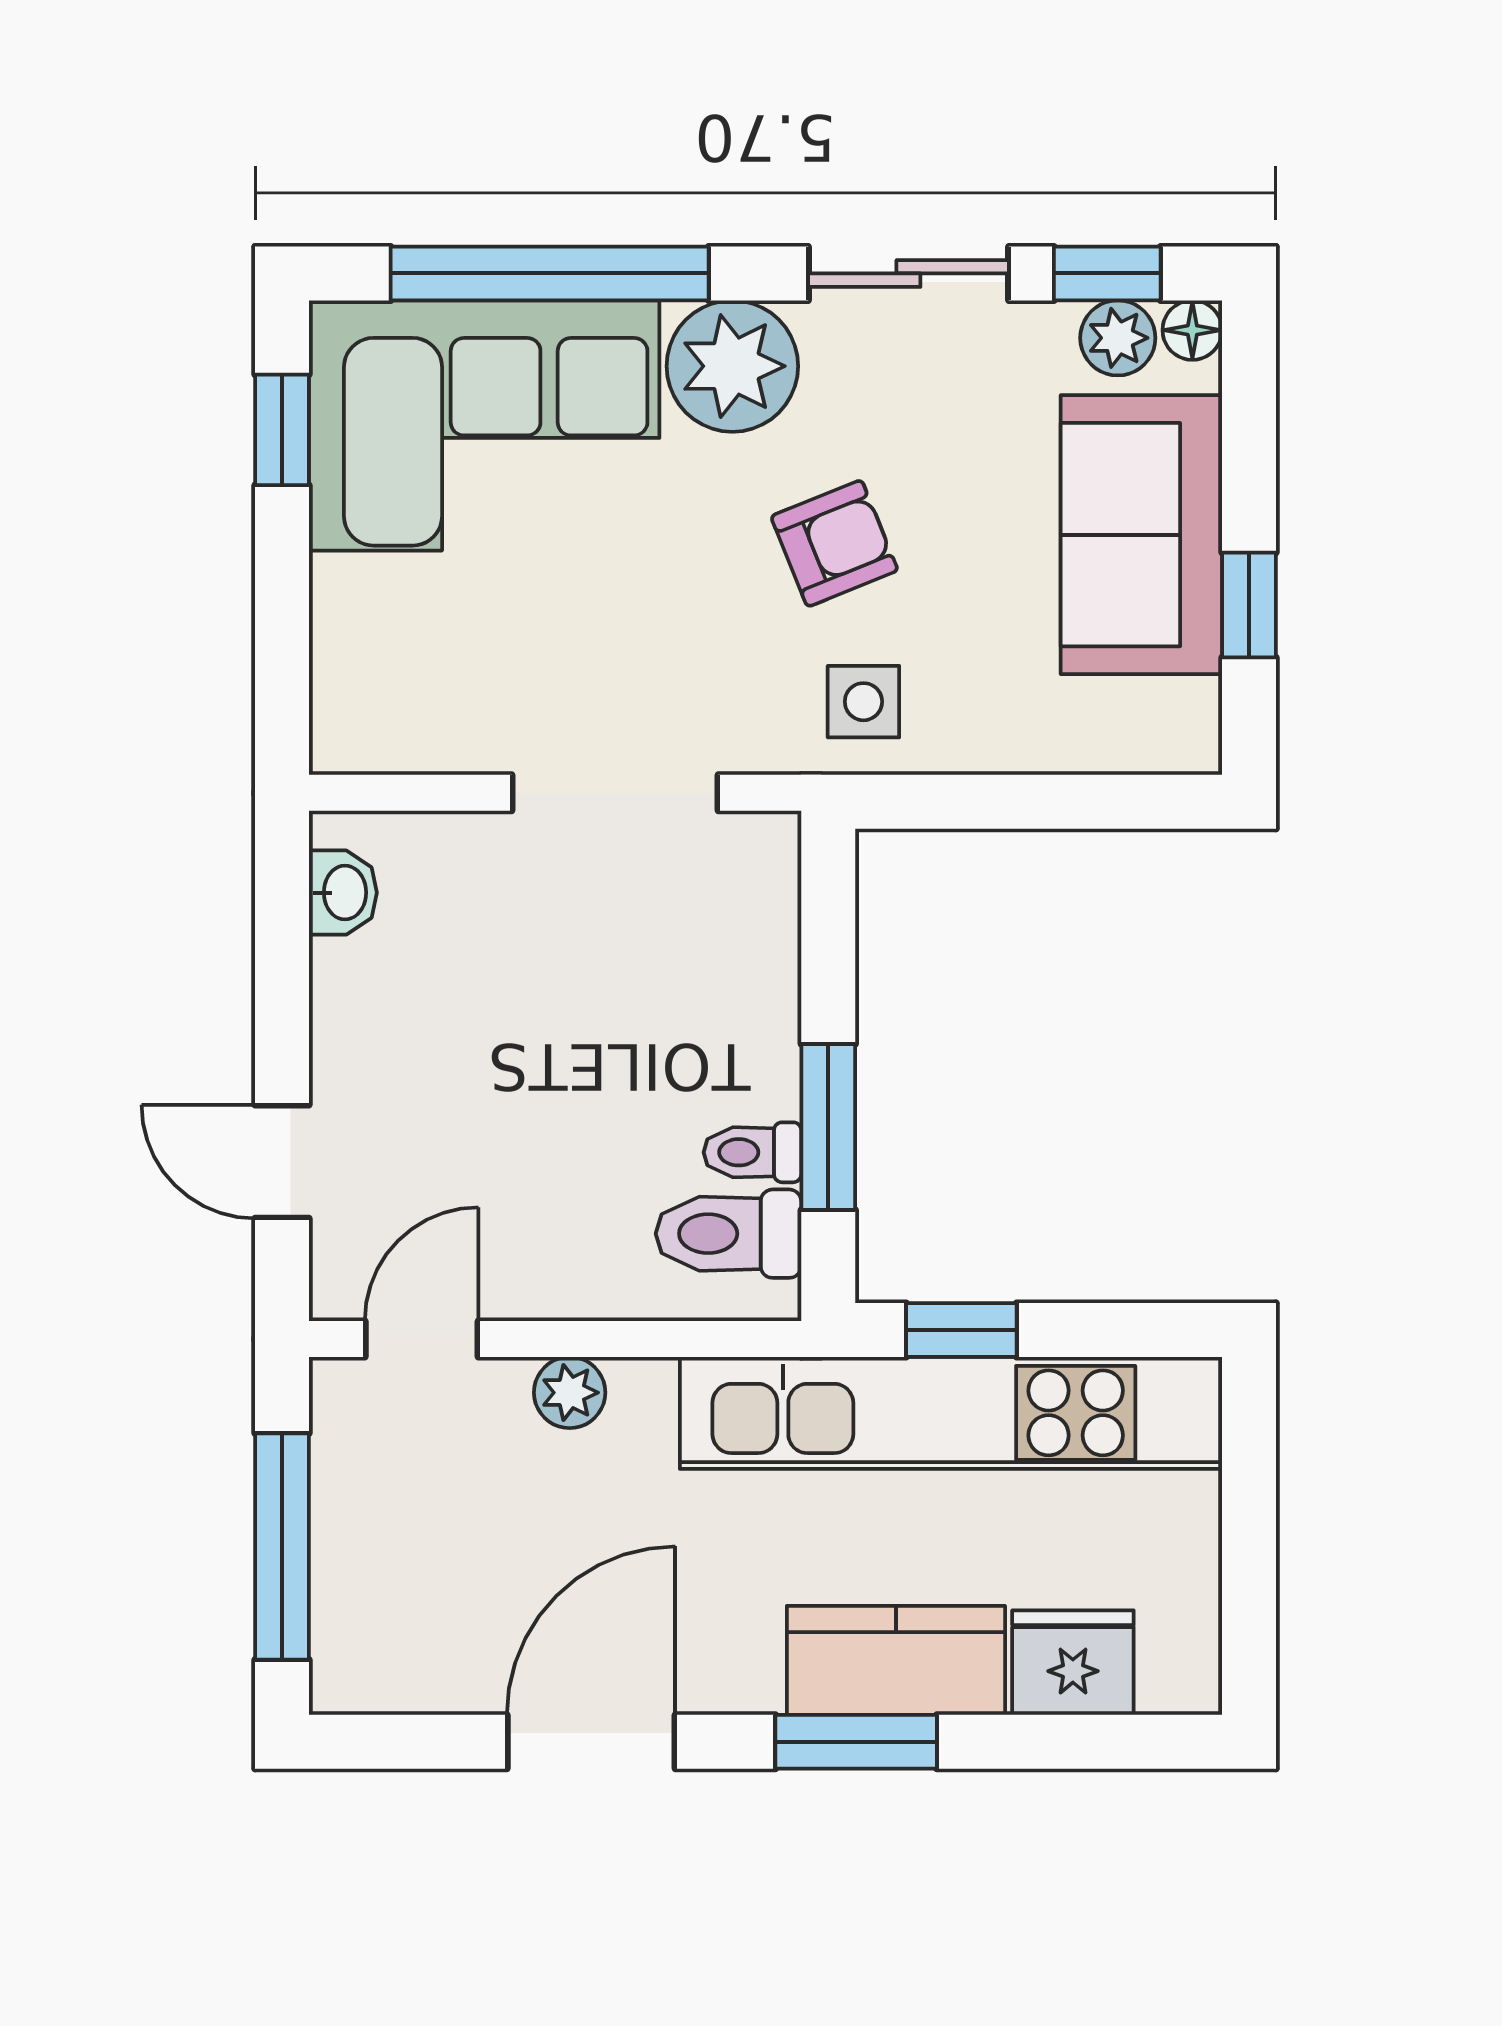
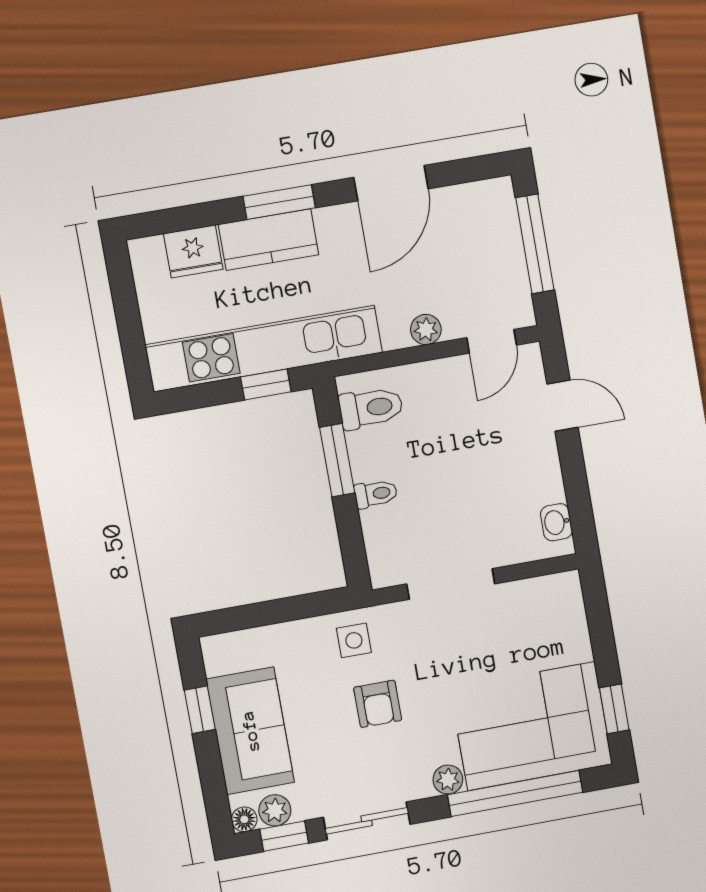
plant: (732, 366) -> (448, 780), width x0.53, depth x0.53
armchair: (834, 543) -> (378, 704), turned -68
toilet: (752, 1152) -> (376, 494), moved

